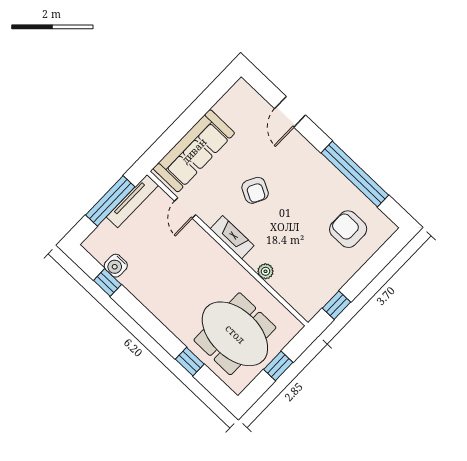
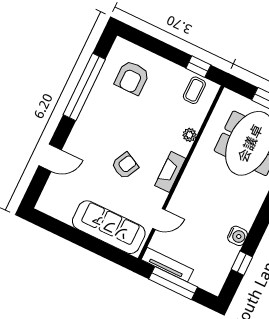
water cooler: (116, 266) -> (238, 236), moved
coffee table: (312, 292) -> (194, 90), added

